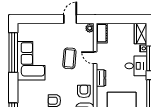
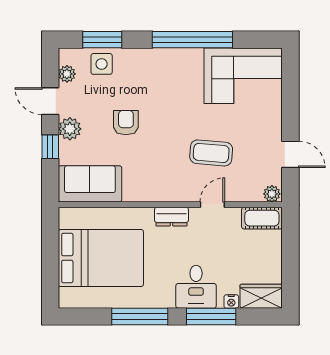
window: (13, 52) -> (192, 40), moved
corner sofa: (31, 61) -> (243, 76), moved
armchair: (84, 91) -> (145, 182), removed

